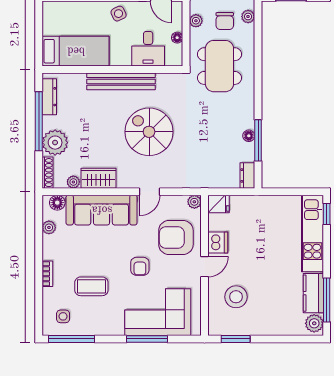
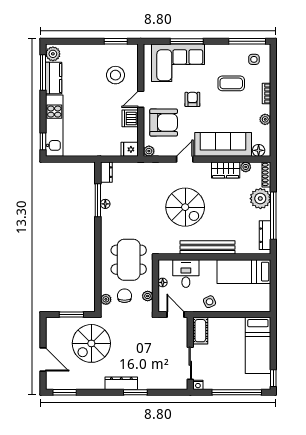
plant: (49, 227) -> (265, 119), moved

